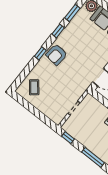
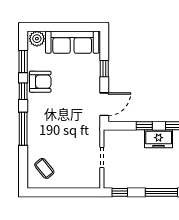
window: (40, 53) -> (23, 129), width x2.17
armchair: (57, 55) -> (40, 82), moved, turned -96

